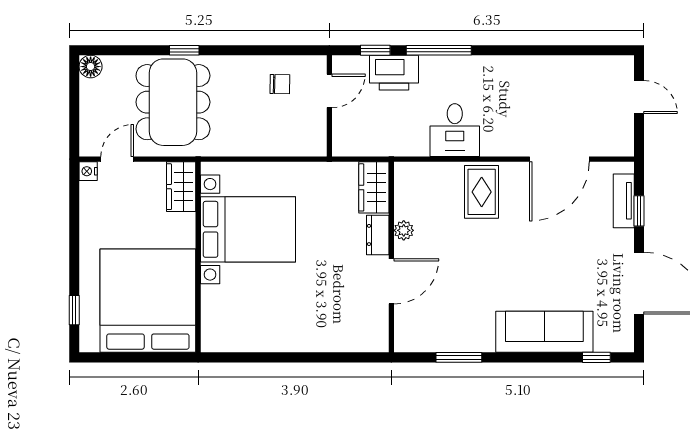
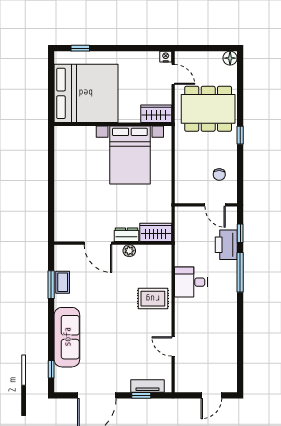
window: (184, 50) -> (240, 135), moved
door: (559, 159) -> (173, 346), width x0.53
coffee table: (455, 339) -> (63, 282), added

